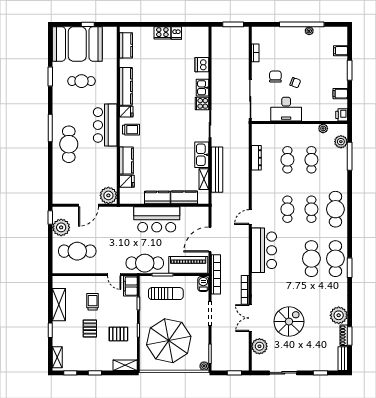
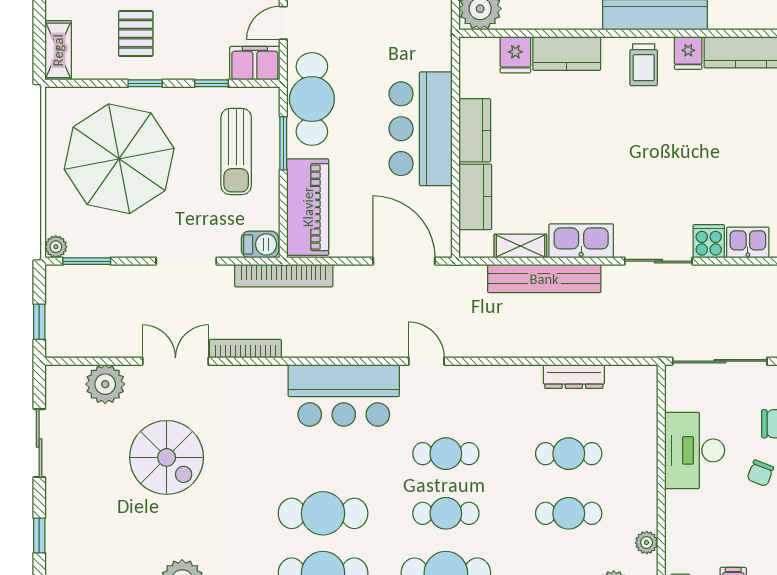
door: (210, 239) -> (404, 261), moved

